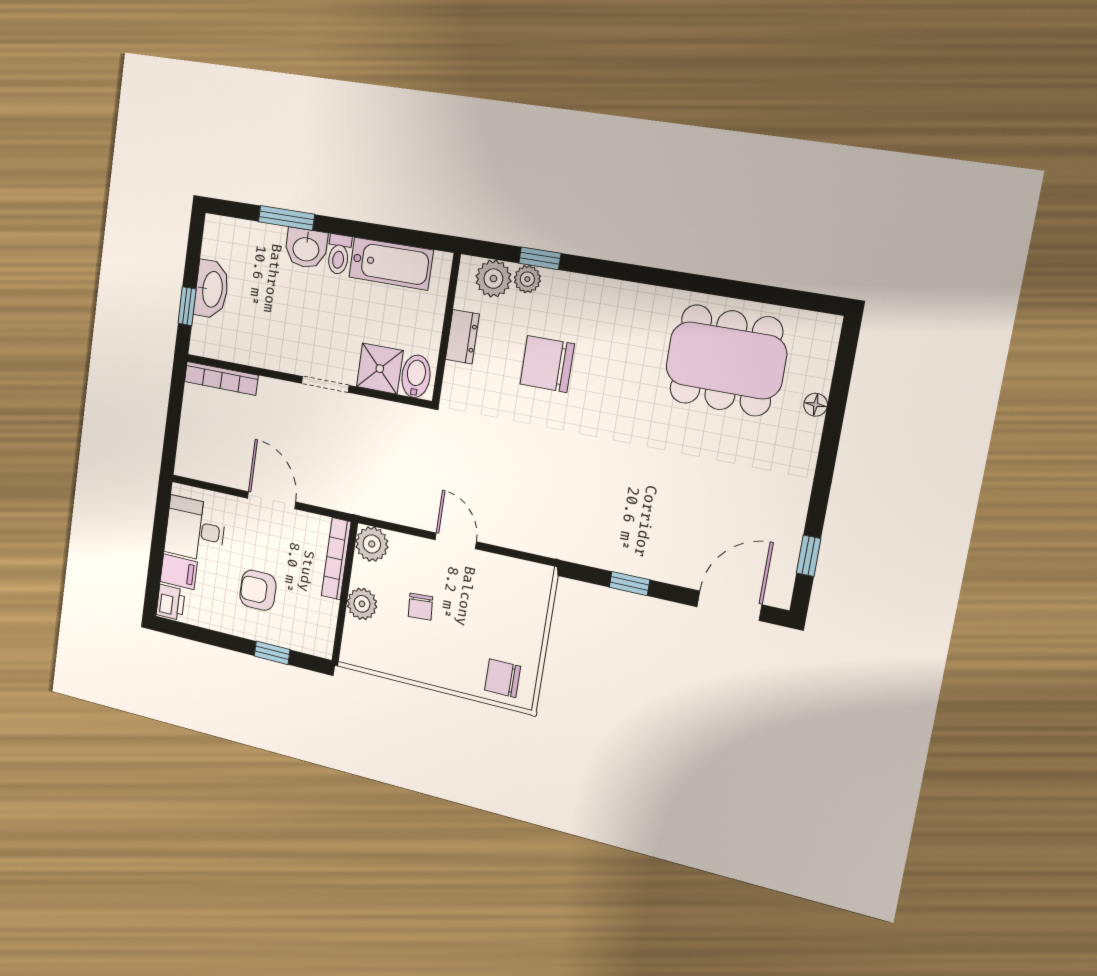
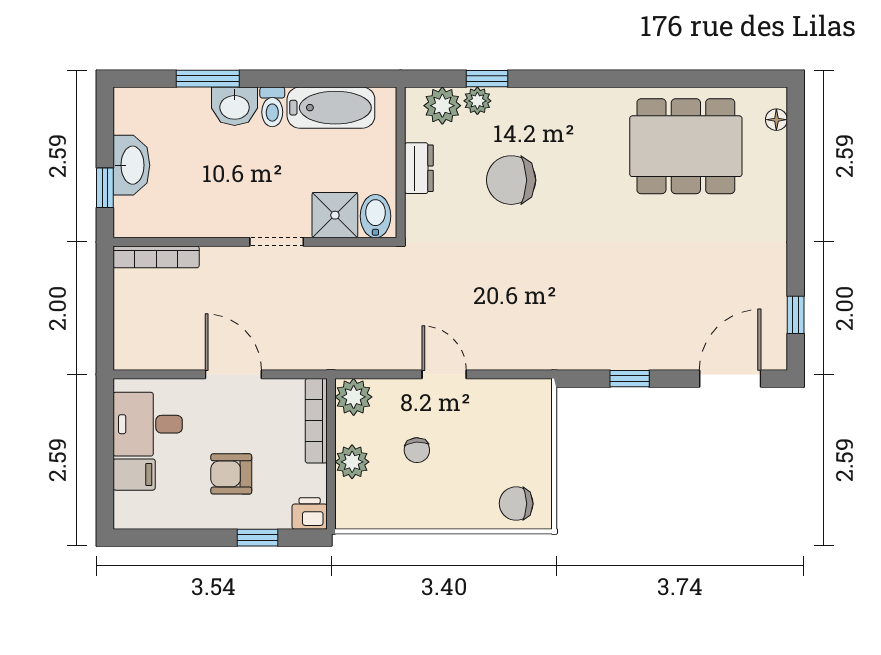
floor lamp: (816, 405) -> (776, 120), moved
printer: (171, 602) -> (310, 513), moved, turned -90

